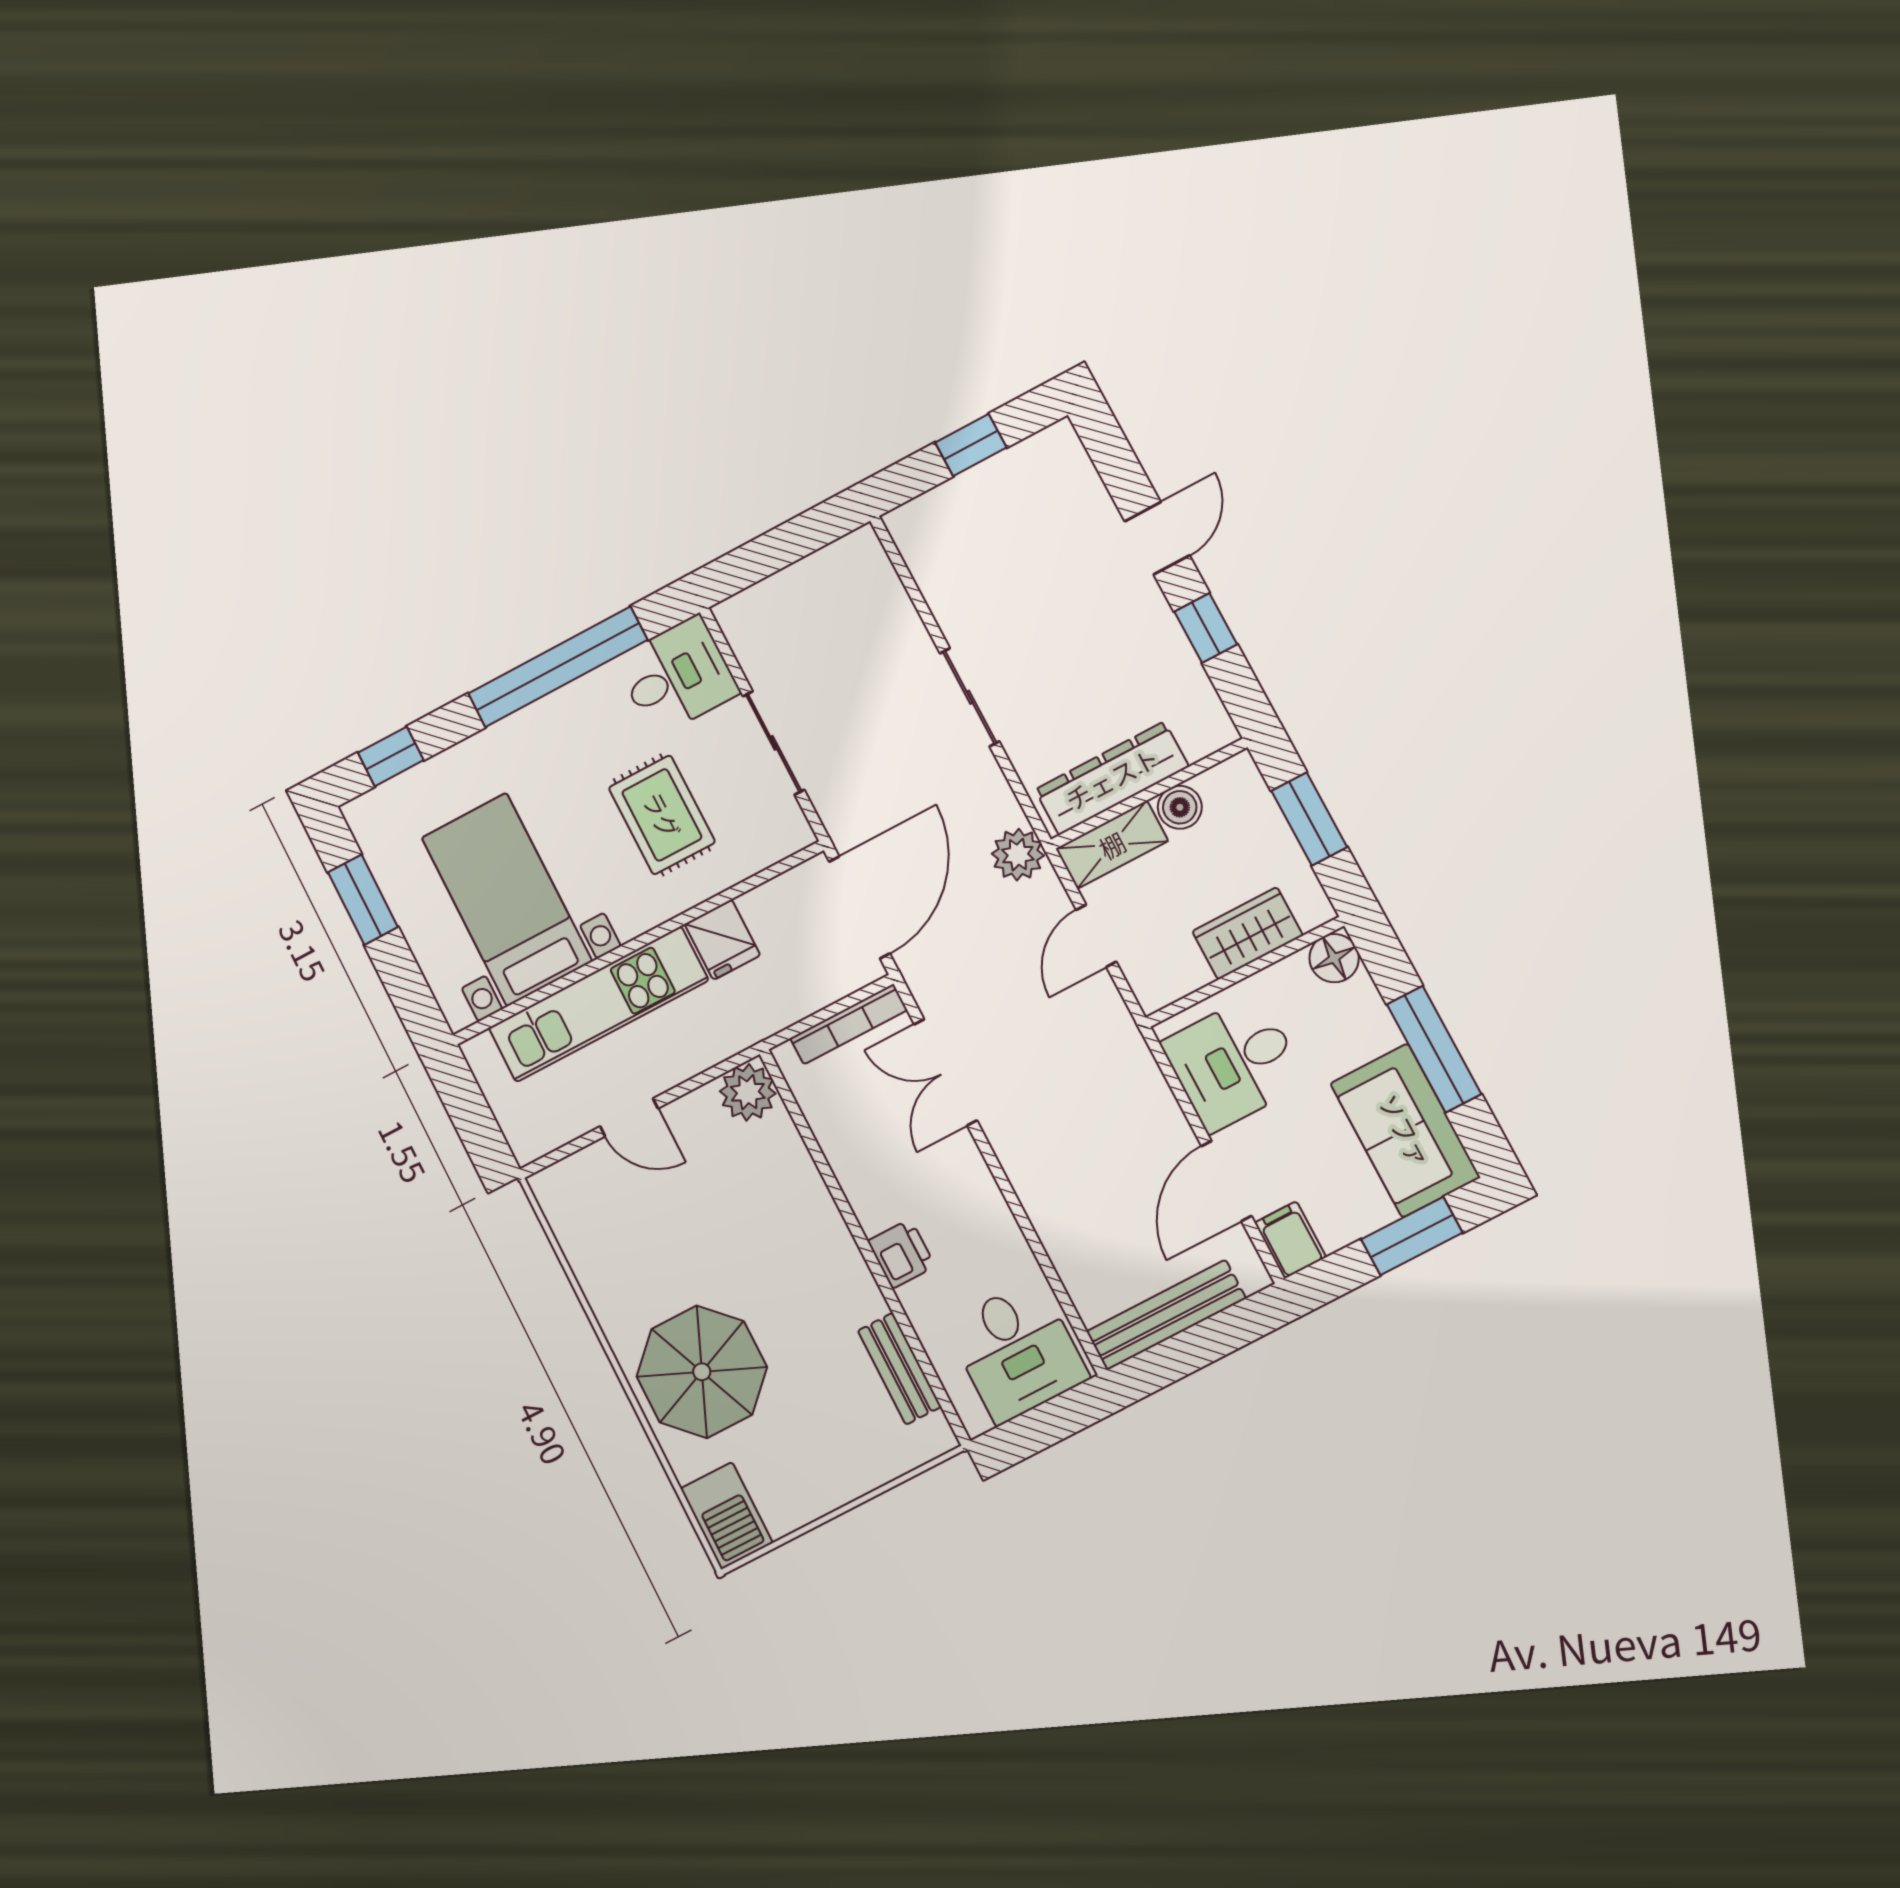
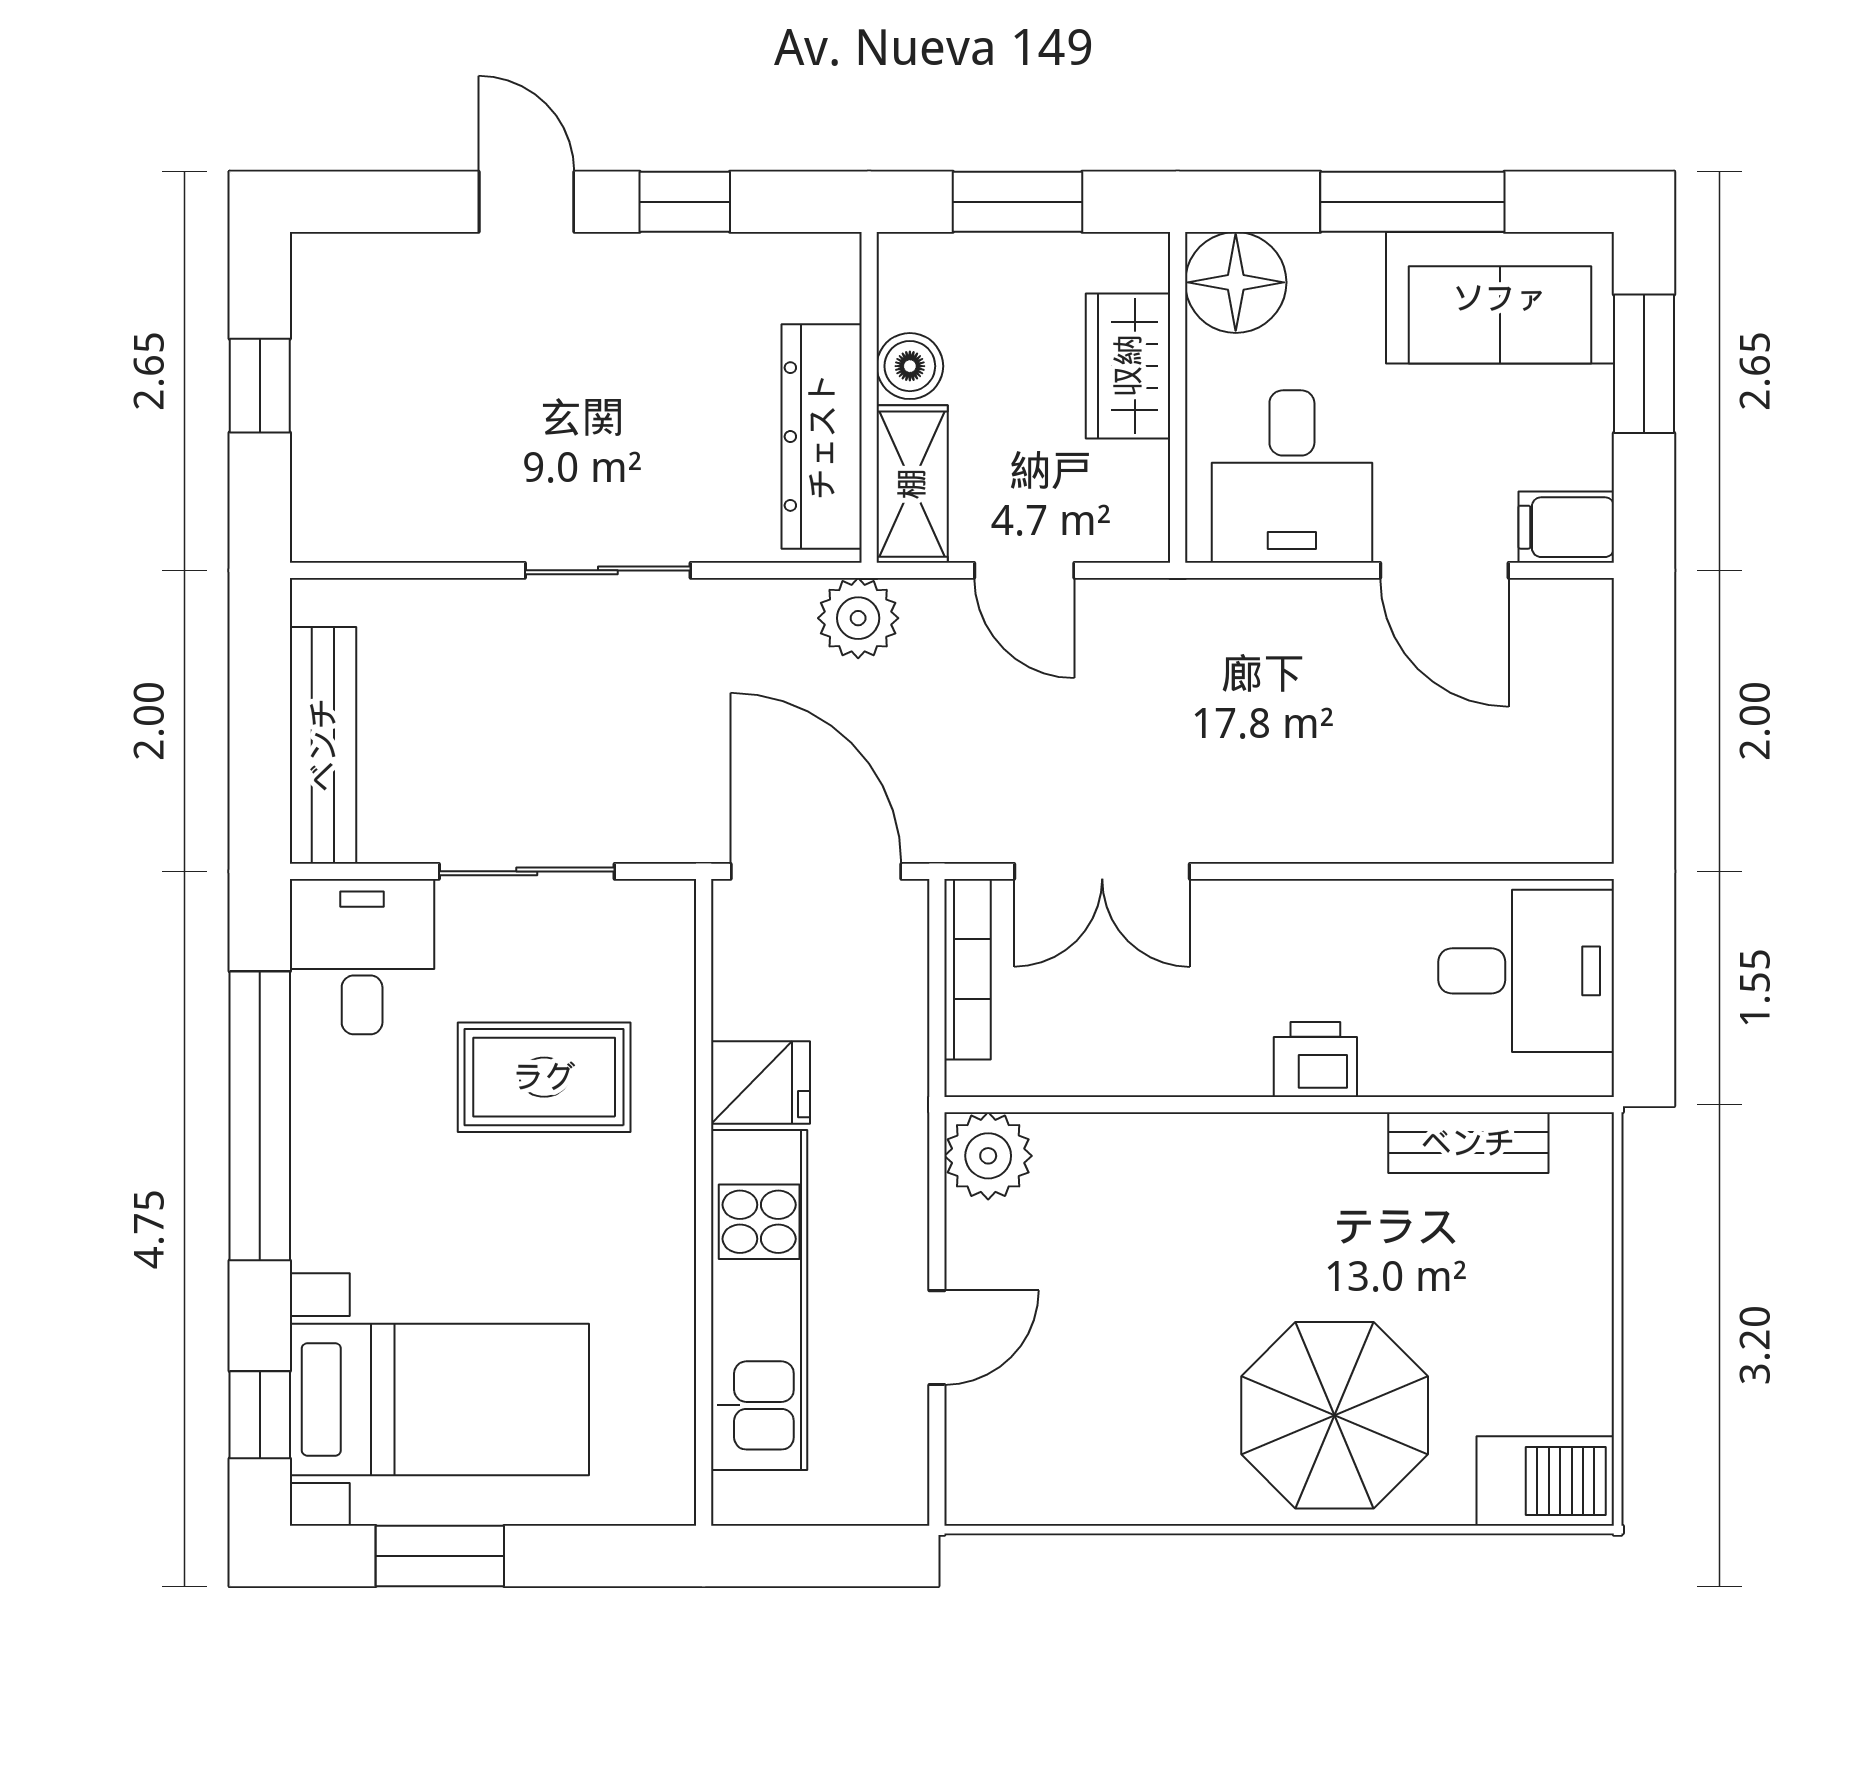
bed with nightstands: (507, 899) -> (439, 1399), moved, turned 180
floor lamp: (1334, 958) -> (1236, 282), width x1.38, depth x1.38
bench: (1166, 1315) -> (323, 745), moved

